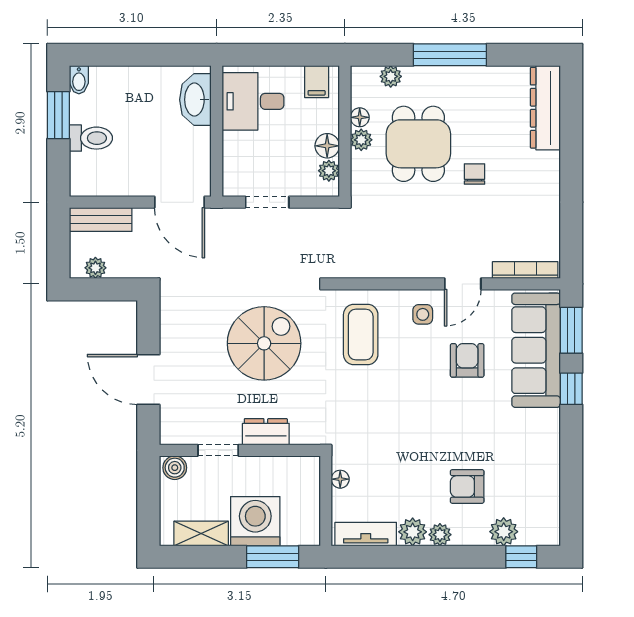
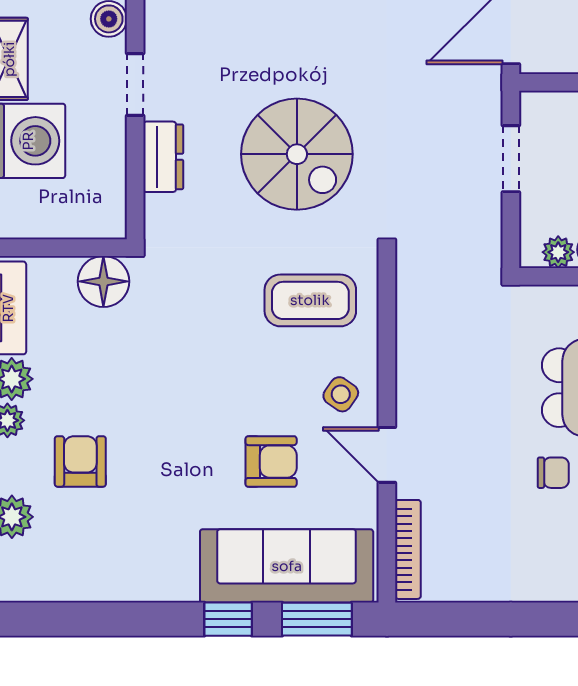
side table: (423, 314) -> (341, 394), turned 35
floor lamp: (340, 479) -> (103, 281), width x1.89, depth x1.89

